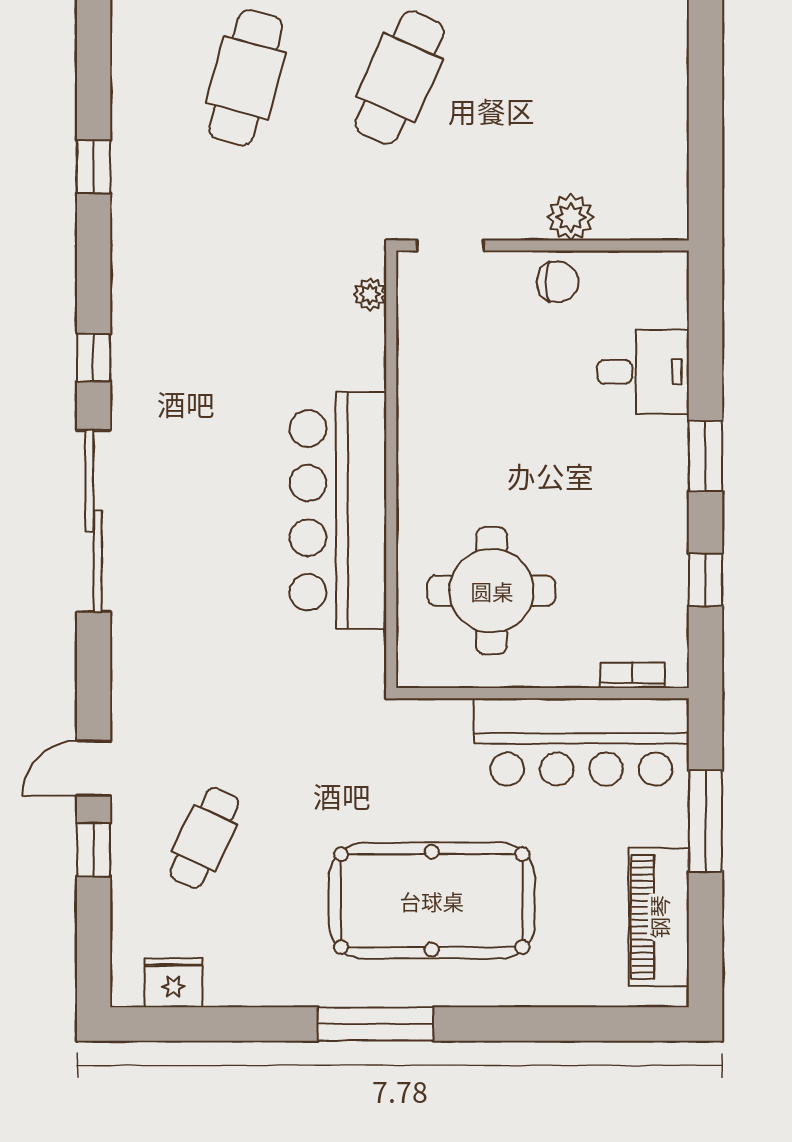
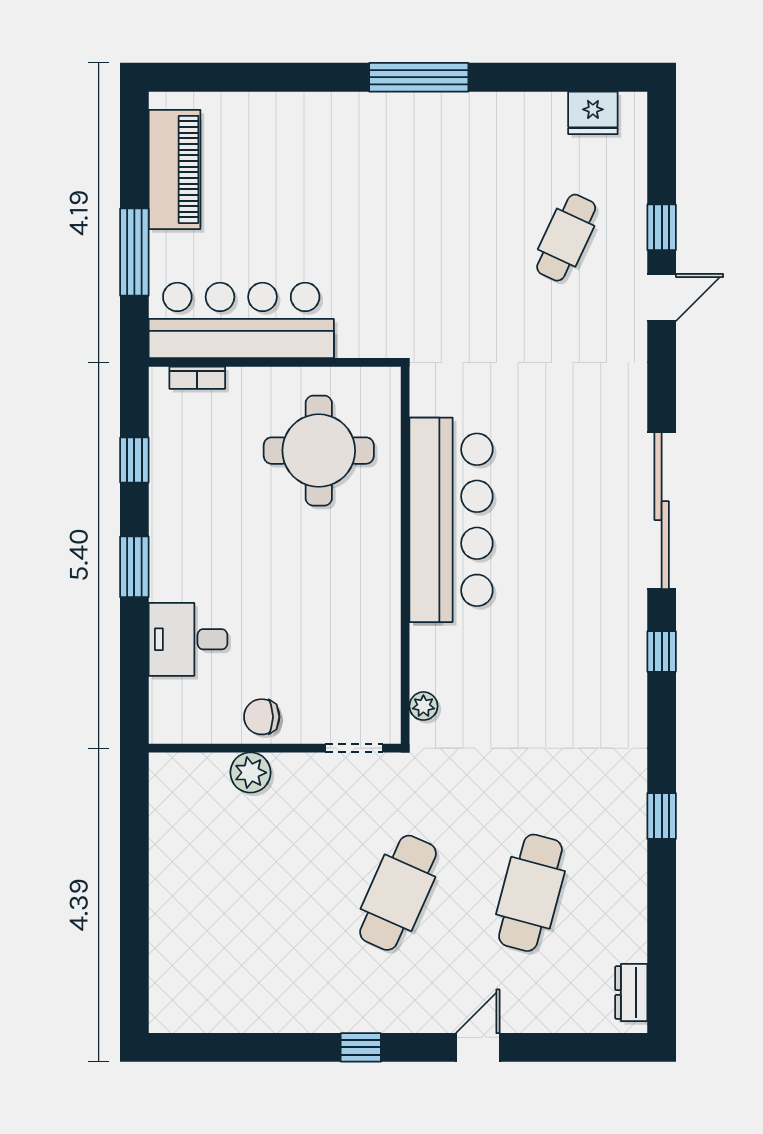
pool table: (432, 901) -> (370, 184), removed

